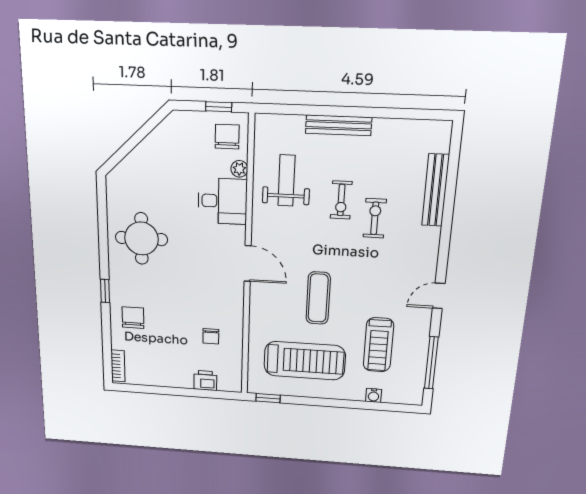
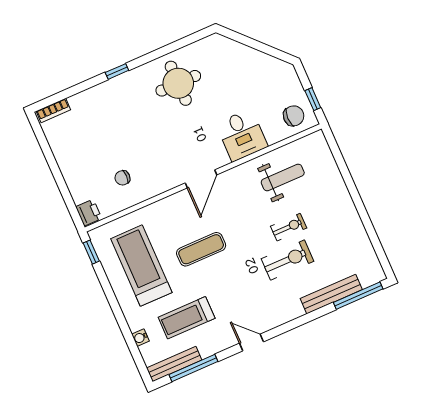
bench: (339, 125) -> (174, 364), moved, turned 90
window: (453, 162) -> (358, 296), added
plant: (239, 169) -> (274, 137), removed
exercise bike: (341, 200) -> (289, 227), turned 180
exercise bike: (375, 218) -> (287, 260), width x1.38, depth x1.39
chair: (133, 318) -> (105, 105), removed
treadmill: (305, 361) -> (141, 266), turned 180
printer: (205, 380) -> (89, 213), moved

